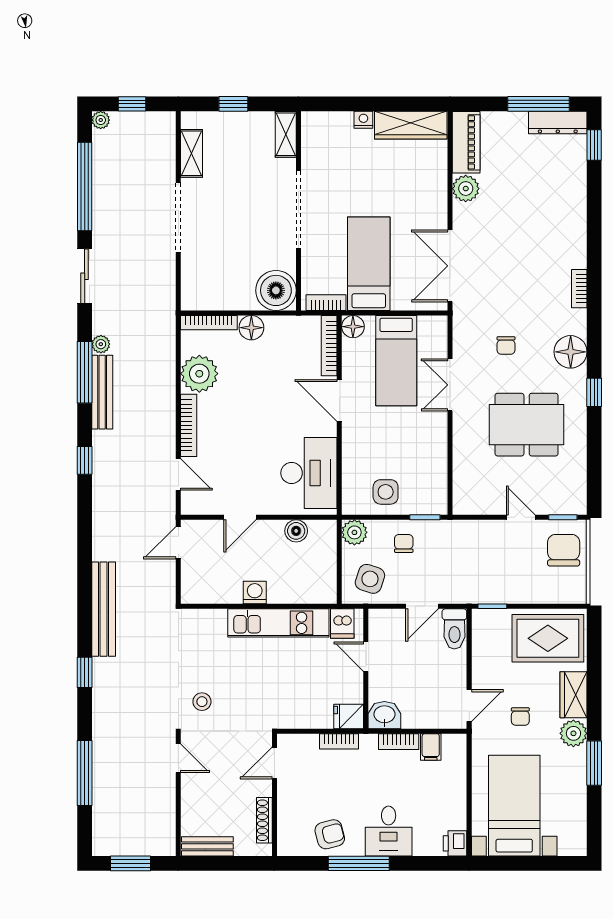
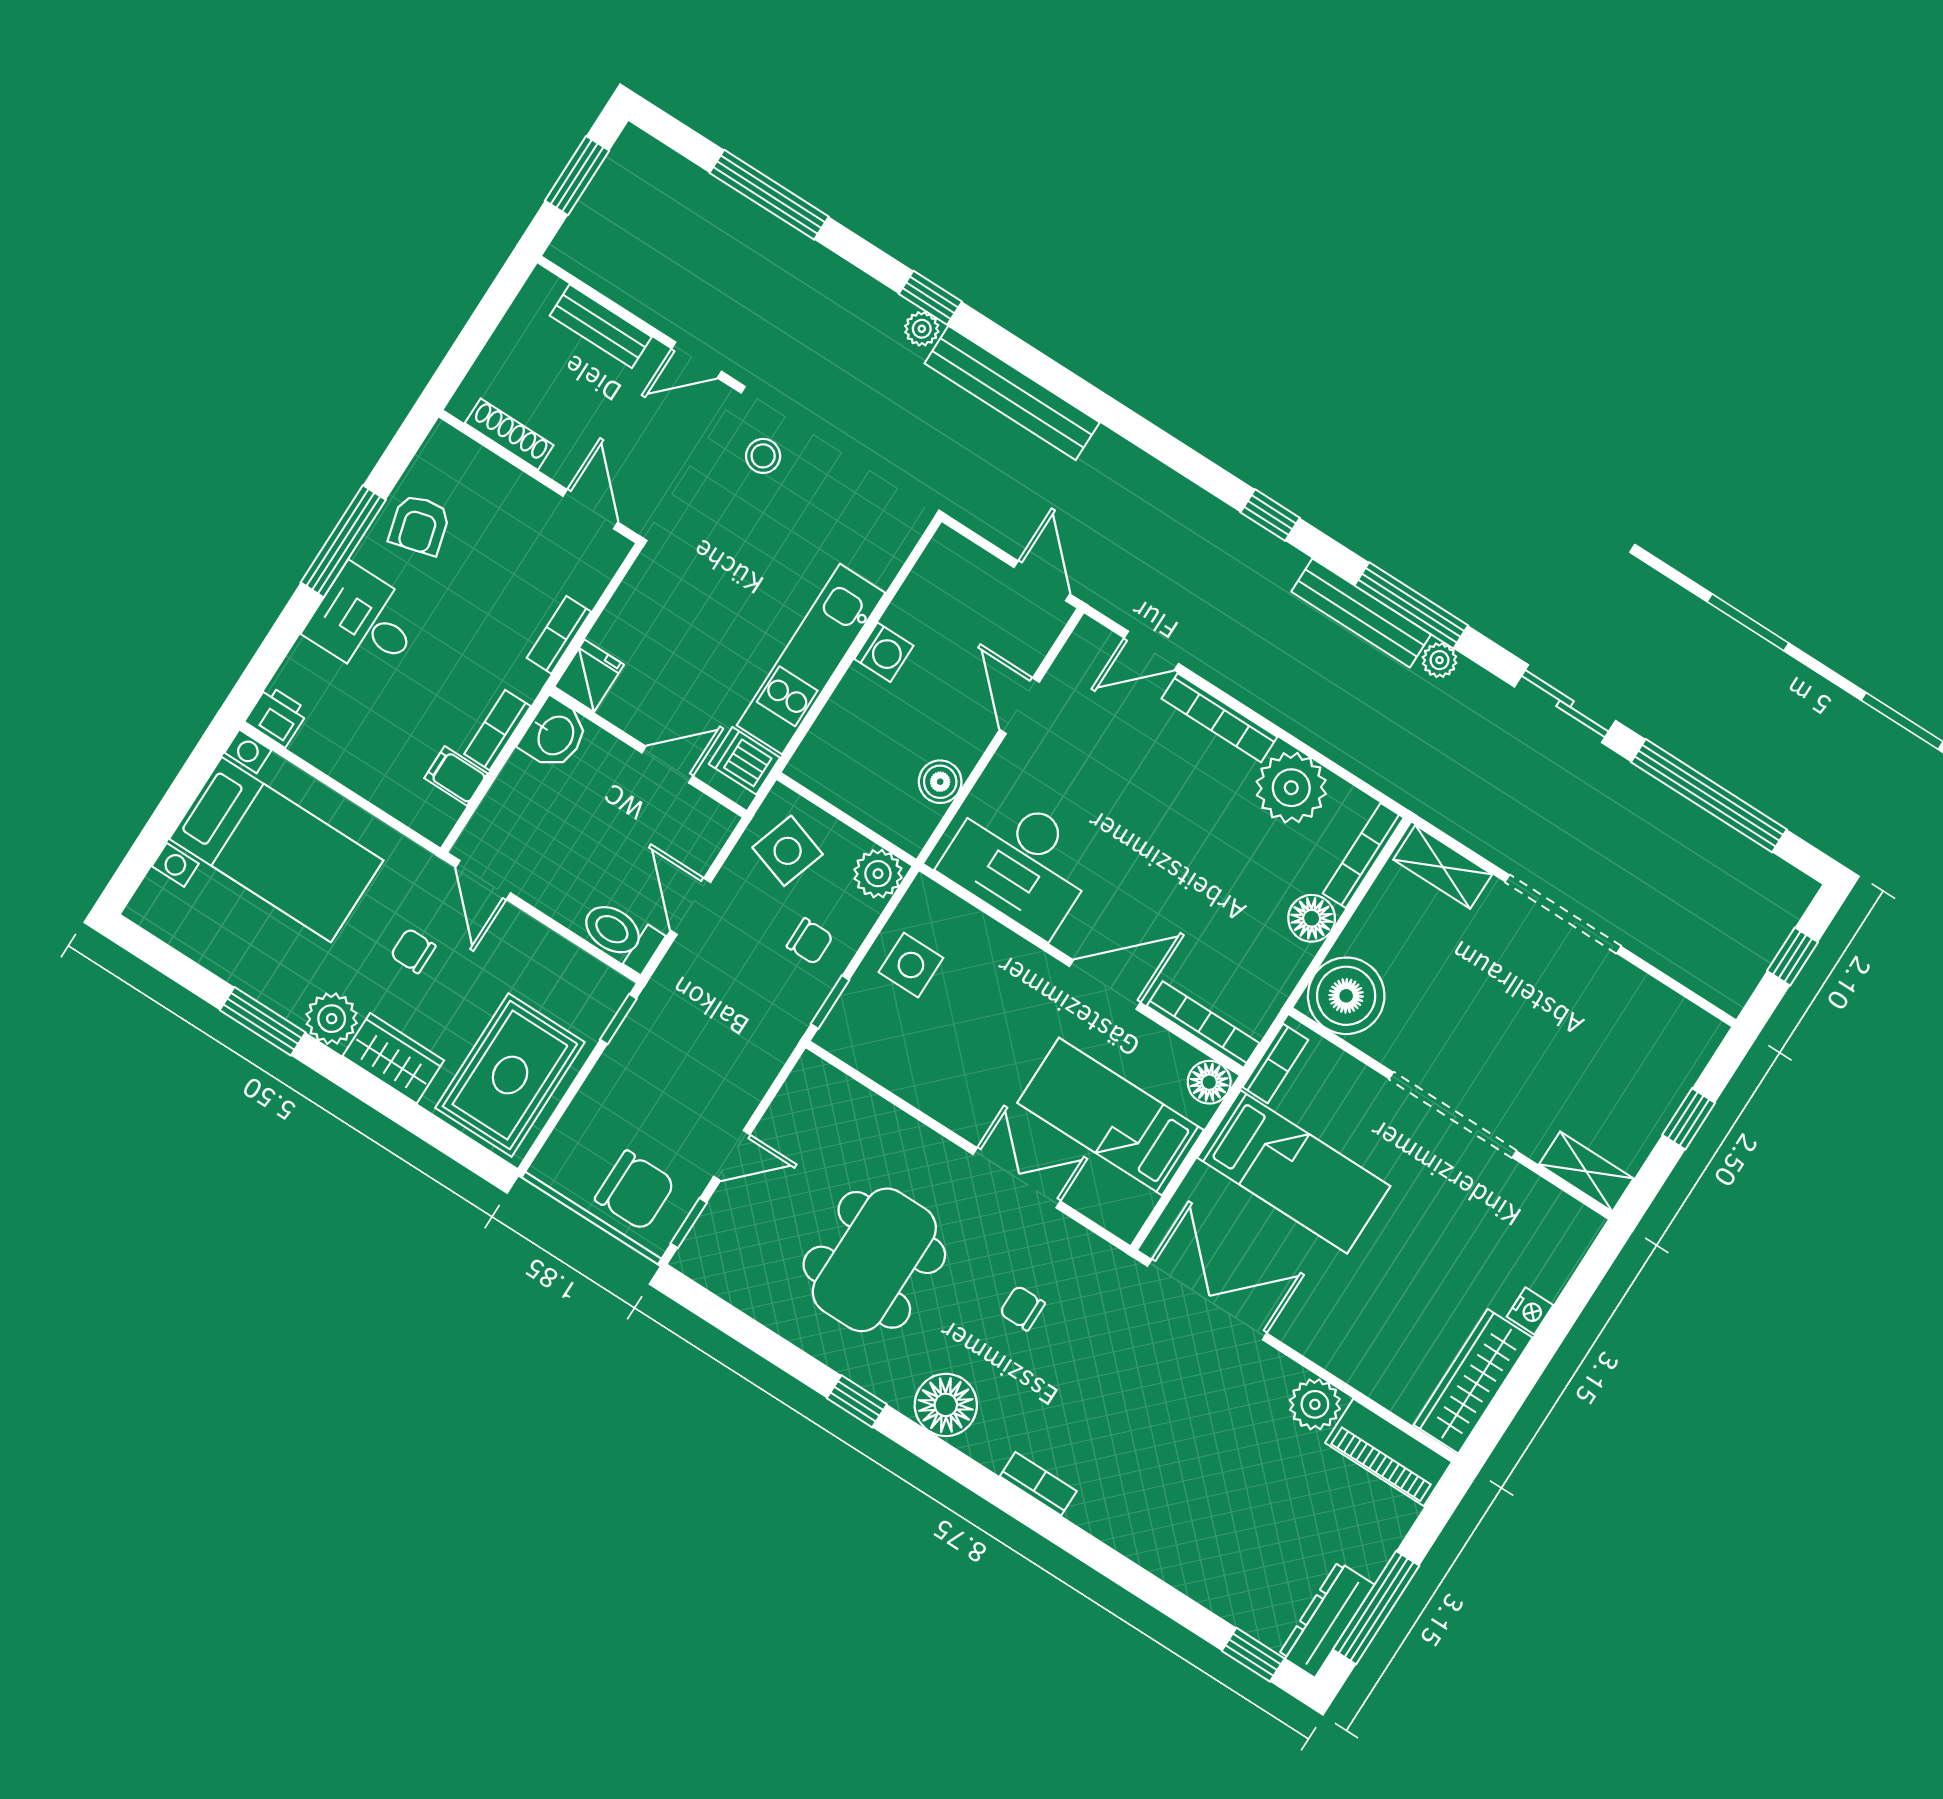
plant: (101, 120) -> (922, 329), moved
shelving: (192, 153) -> (1443, 867), moved
bench: (207, 846) -> (601, 326), moved, turned 90

